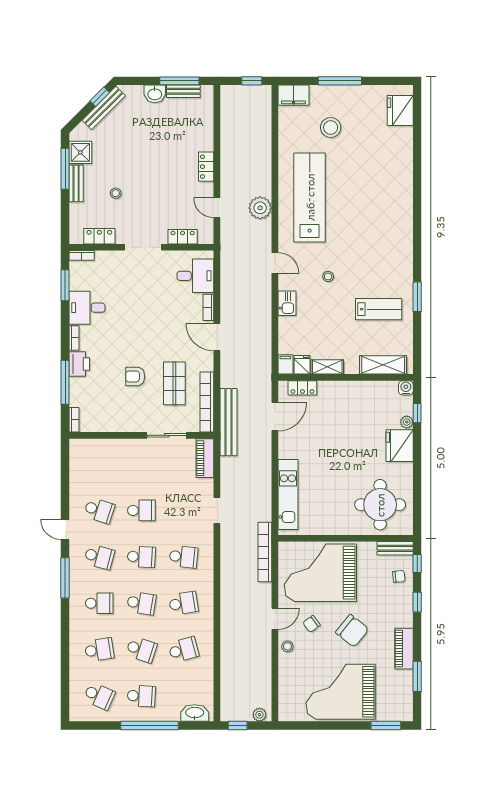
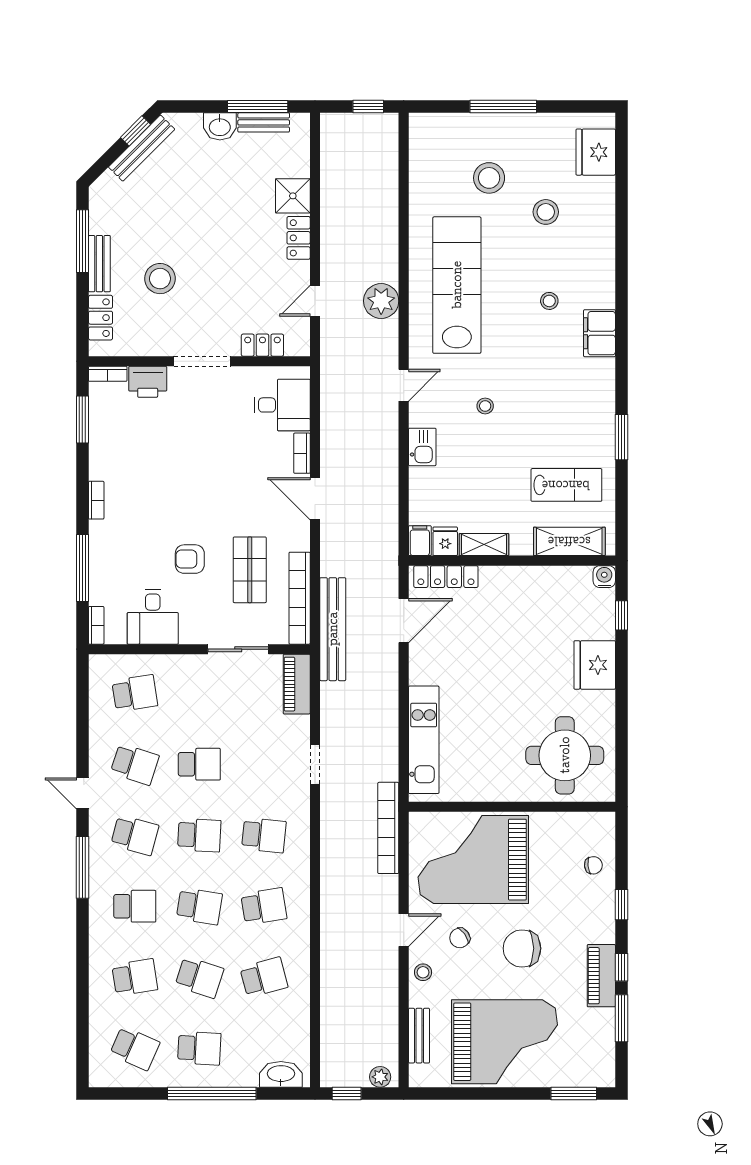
filing cabinet: (293, 95) -> (599, 333), moved, turned 90
stool: (368, 150) -> (546, 212), added
shower: (80, 152) -> (293, 196), moved
stool: (116, 193) -> (160, 279), width x1.89, depth x1.89
door: (217, 208) -> (315, 301), hinge flipped
stool: (370, 208) -> (549, 301), added
locker: (99, 236) -> (101, 318), moved, turned 90
door: (275, 263) -> (404, 385), hinge flipped
desk: (87, 308) -> (153, 617), moved, turned -90
lab bench: (379, 309) -> (566, 485), moved
printer: (79, 364) -> (148, 382), moved, turned 90
locker: (302, 388) -> (446, 577), width x1.53
plant: (407, 422) -> (606, 629), removed
school desk: (99, 464) -> (135, 693), added
bench: (395, 548) -> (419, 1036), moved, turned 90
window: (417, 564) -> (621, 967), moved
chair: (352, 631) -> (522, 948), turned 141
grand piano: (341, 692) -> (504, 1042), turned 180

